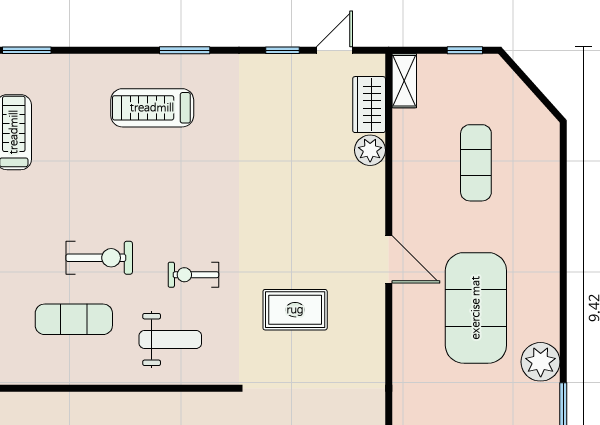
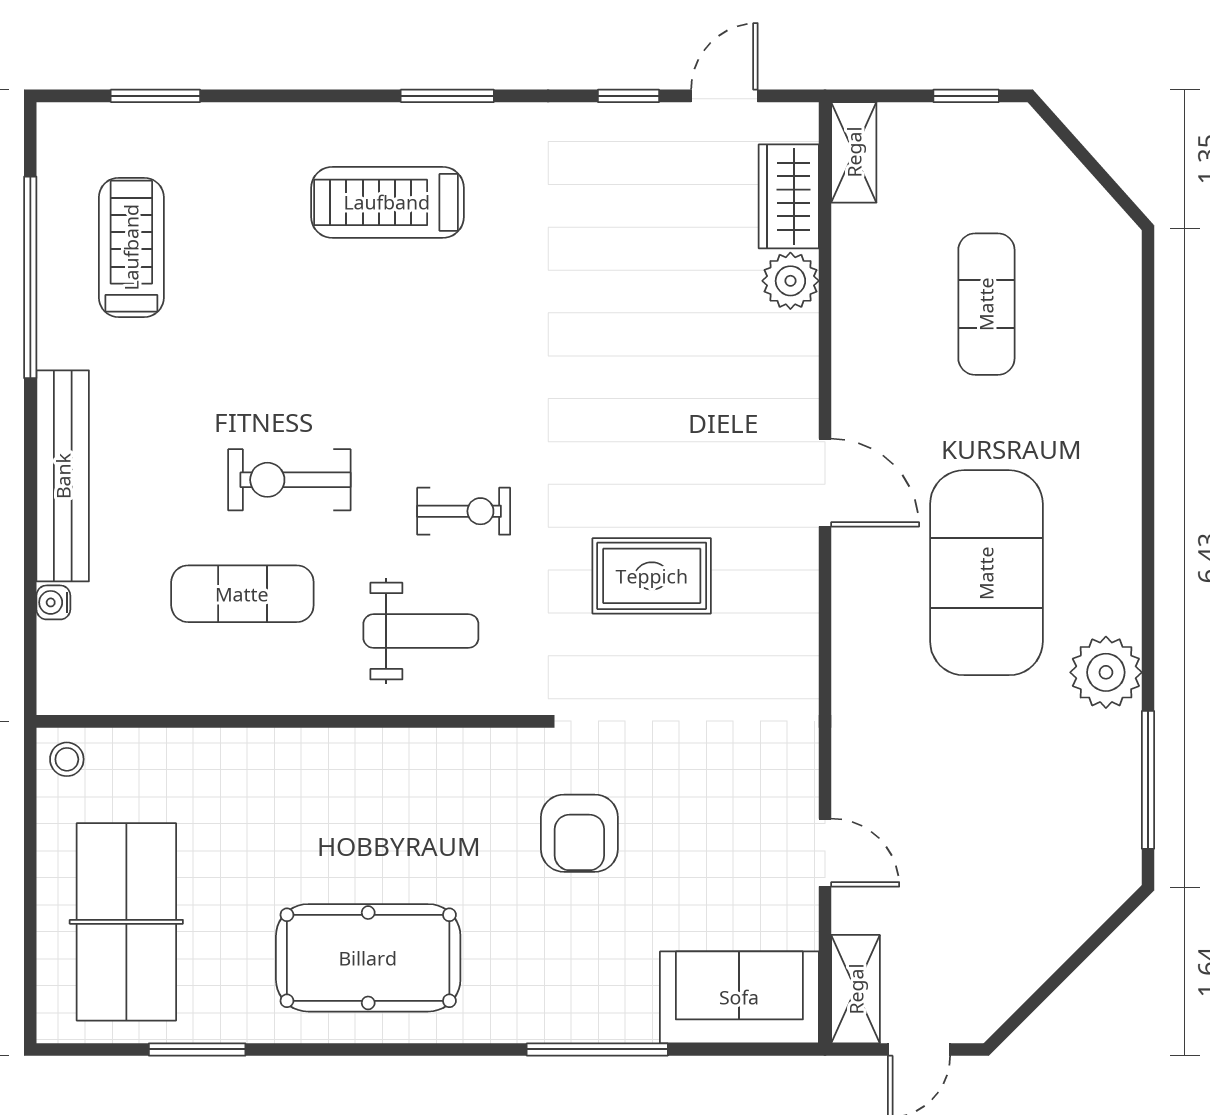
exercise bike: (99, 258) -> (289, 480), turned 180
exercise bike: (193, 275) -> (464, 511), turned 180

